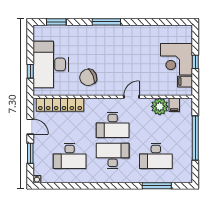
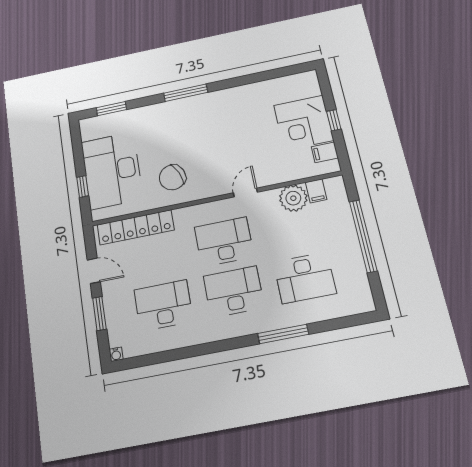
desk: (113, 125) -> (224, 242), turned 180
desk: (70, 156) -> (163, 305), turned 180
window: (157, 186) -> (283, 334), moved

